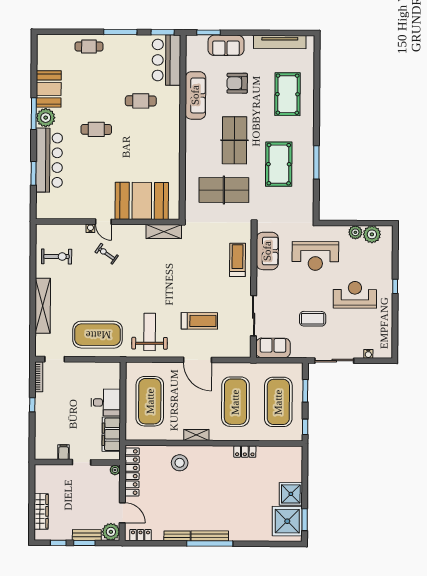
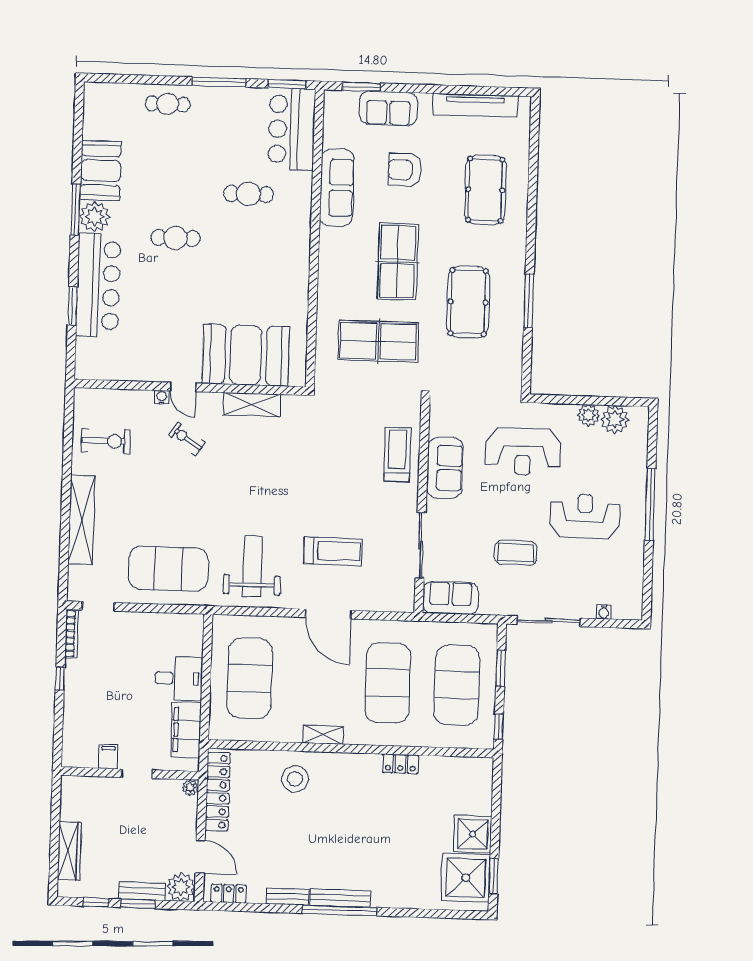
shelving: (164, 232) -> (252, 405), moved
sofa: (267, 251) -> (445, 468), moved
window: (395, 286) -> (650, 504), width x3.17

